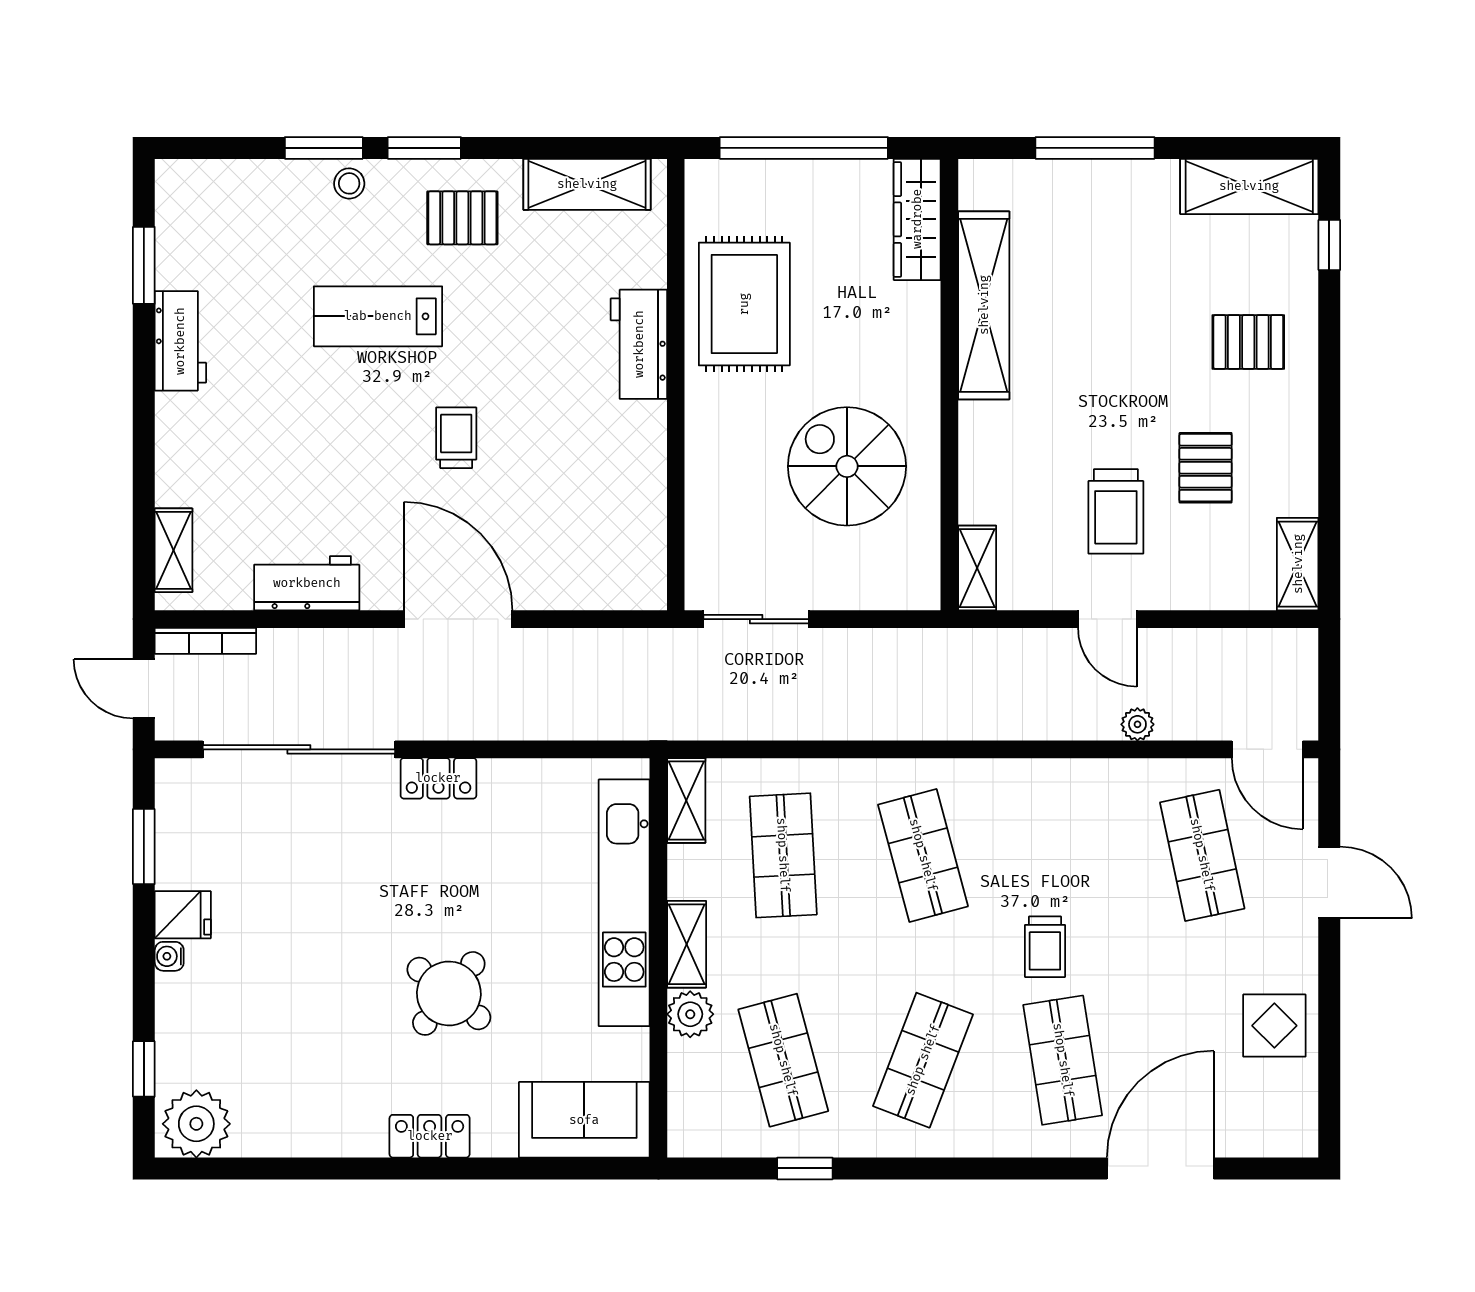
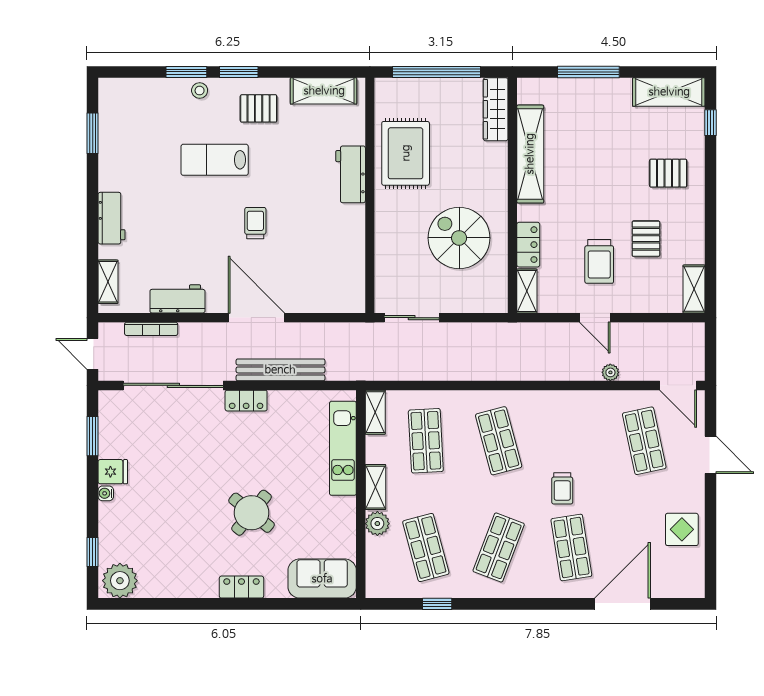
workbench: (180, 341) -> (112, 218), moved
locker: (980, 479) -> (528, 245), added
bookcase: (205, 641) -> (151, 329), moved
bench: (504, 720) -> (280, 370), added
kitchen unit: (624, 903) -> (343, 448), width x0.73

